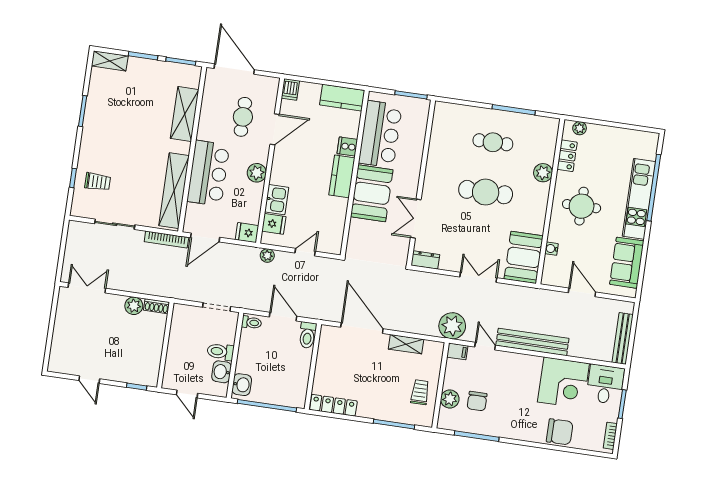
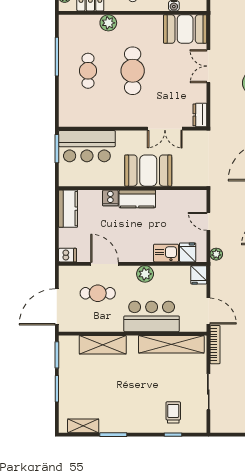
shelving: (110, 61) -> (83, 426), moved, turned 90
bar counter: (380, 134) -> (87, 146), moved, turned 180

